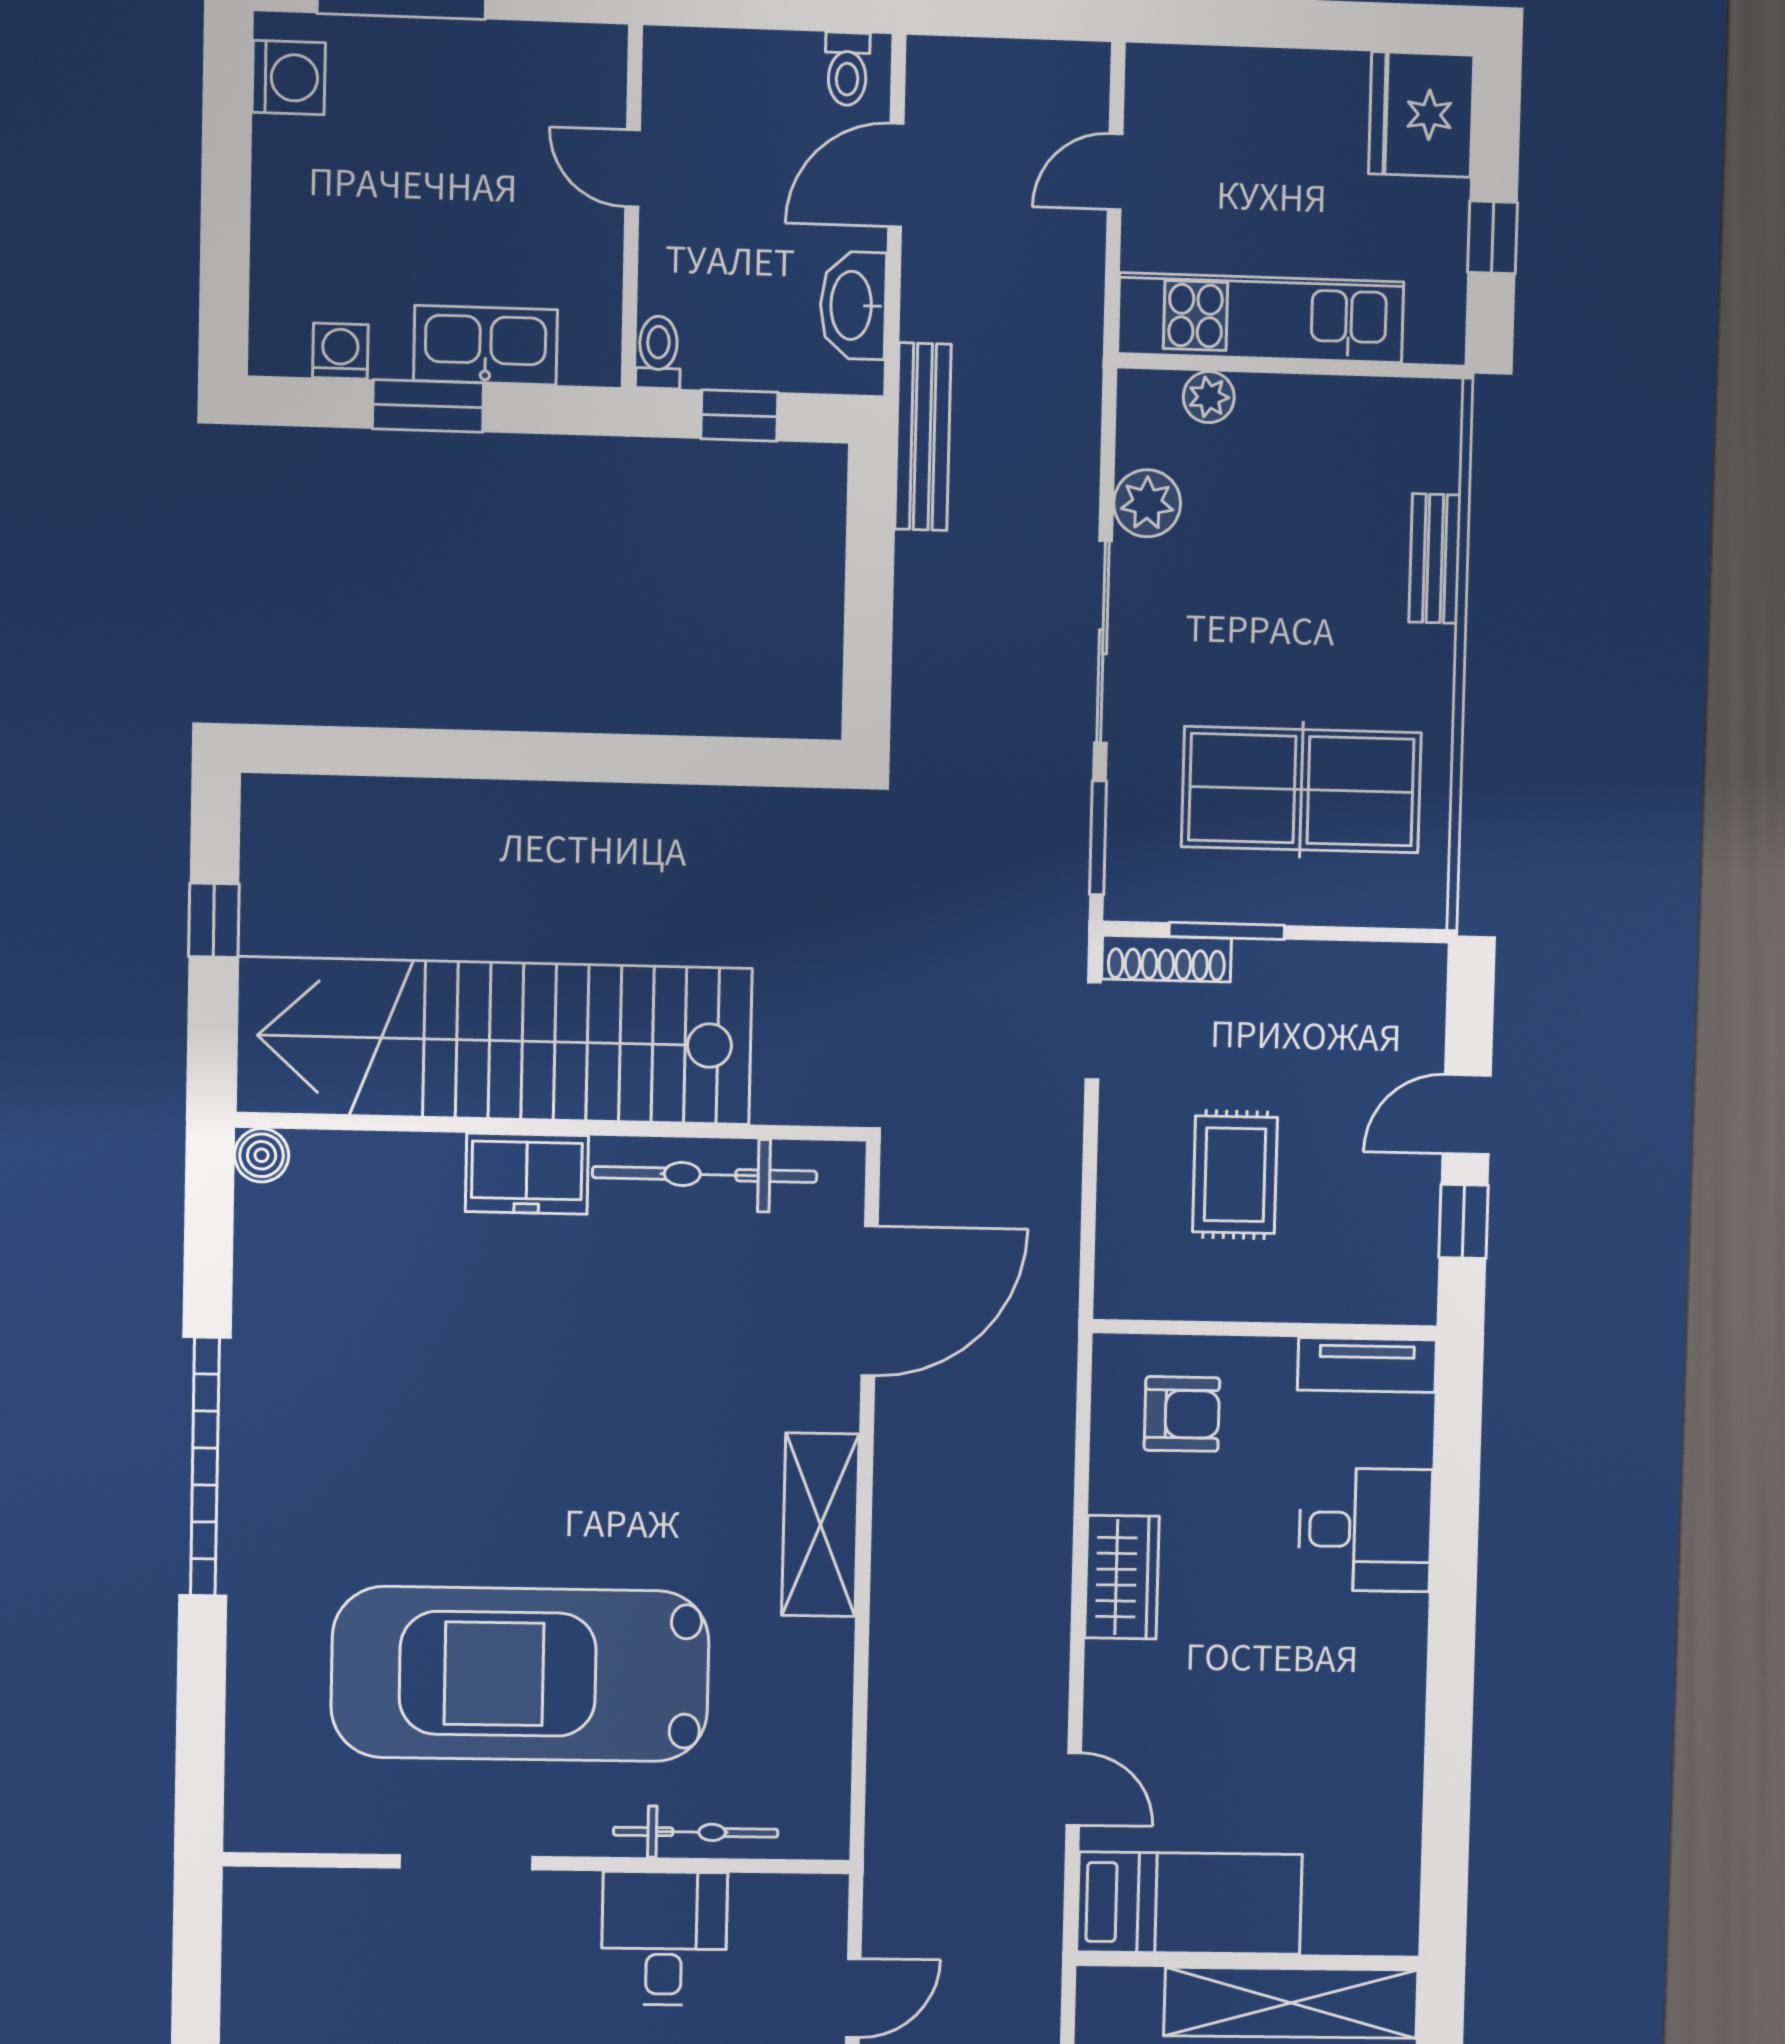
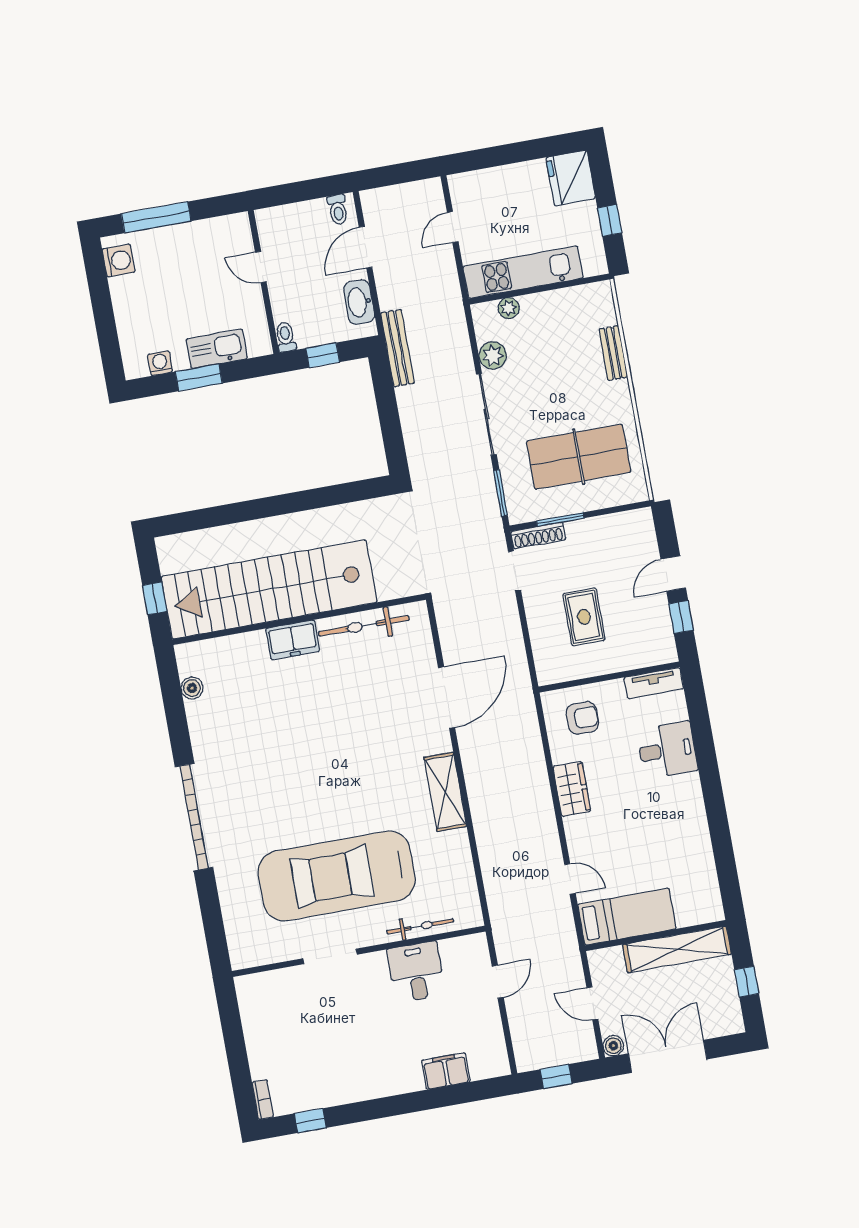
stairs: (494, 1041) -> (269, 589), moved
wall: (552, 1127) -> (299, 619), moved
freezer: (527, 1174) -> (293, 640), moved
bicycle: (705, 1174) -> (364, 626), moved

